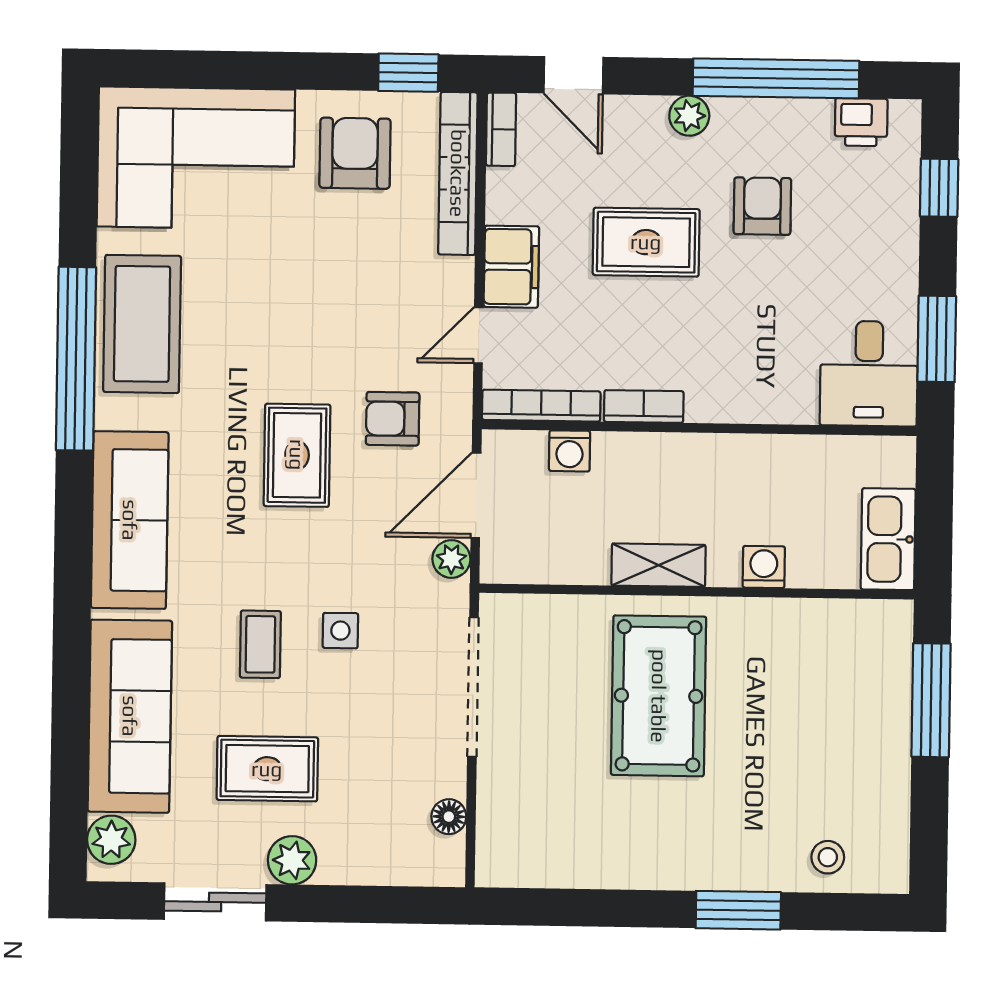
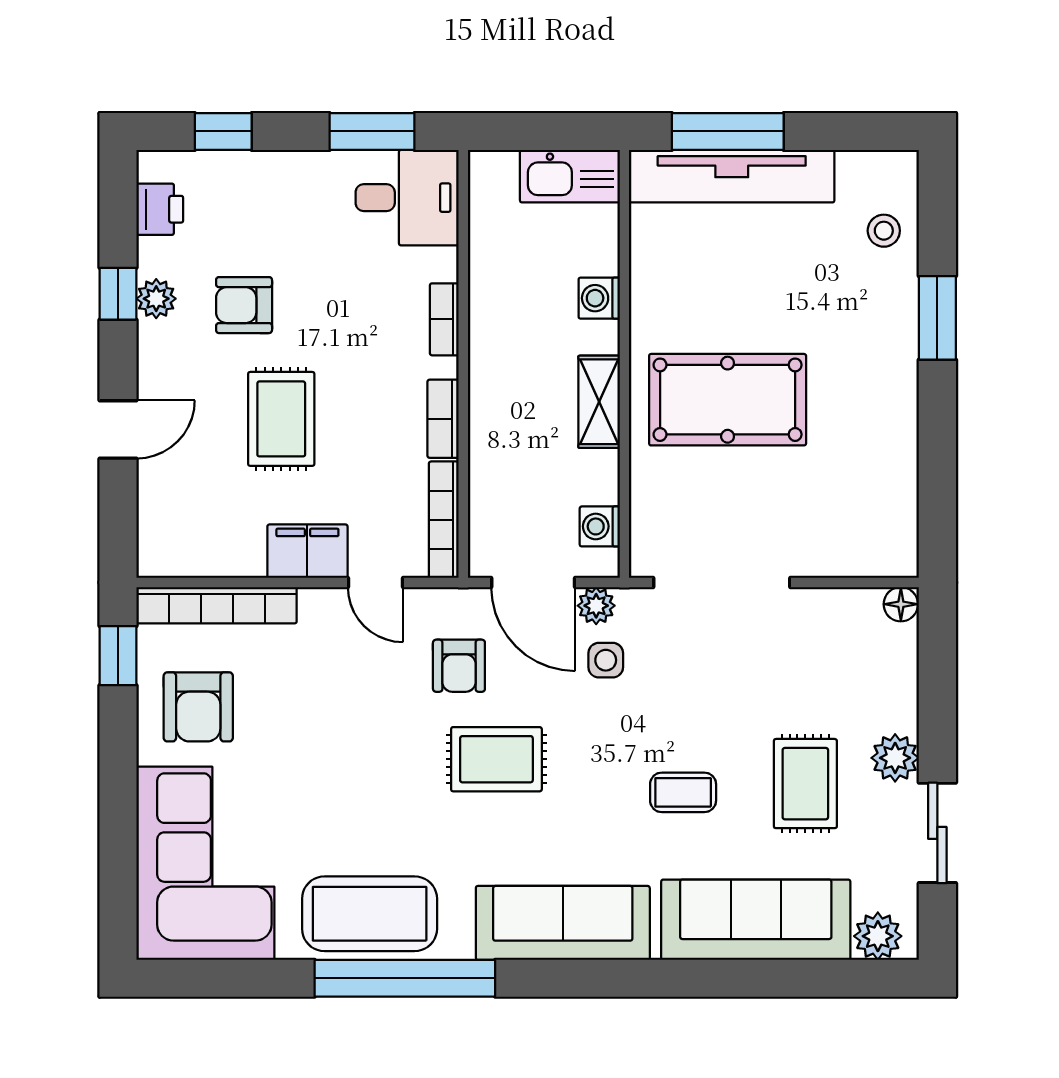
door: (574, 75) -> (118, 429), moved
window: (776, 78) -> (118, 294), width x0.32
plant: (689, 116) -> (156, 299), moved
bookcase: (501, 129) -> (444, 319), moved, turned -90
armchair: (355, 153) -> (198, 707), turned -90
washing machine: (570, 451) -> (600, 526), moved, turned 180
side table: (340, 631) -> (606, 660), moved
tv unit: (886, 704) -> (732, 176), added
floor lamp: (449, 817) -> (901, 604), moved

